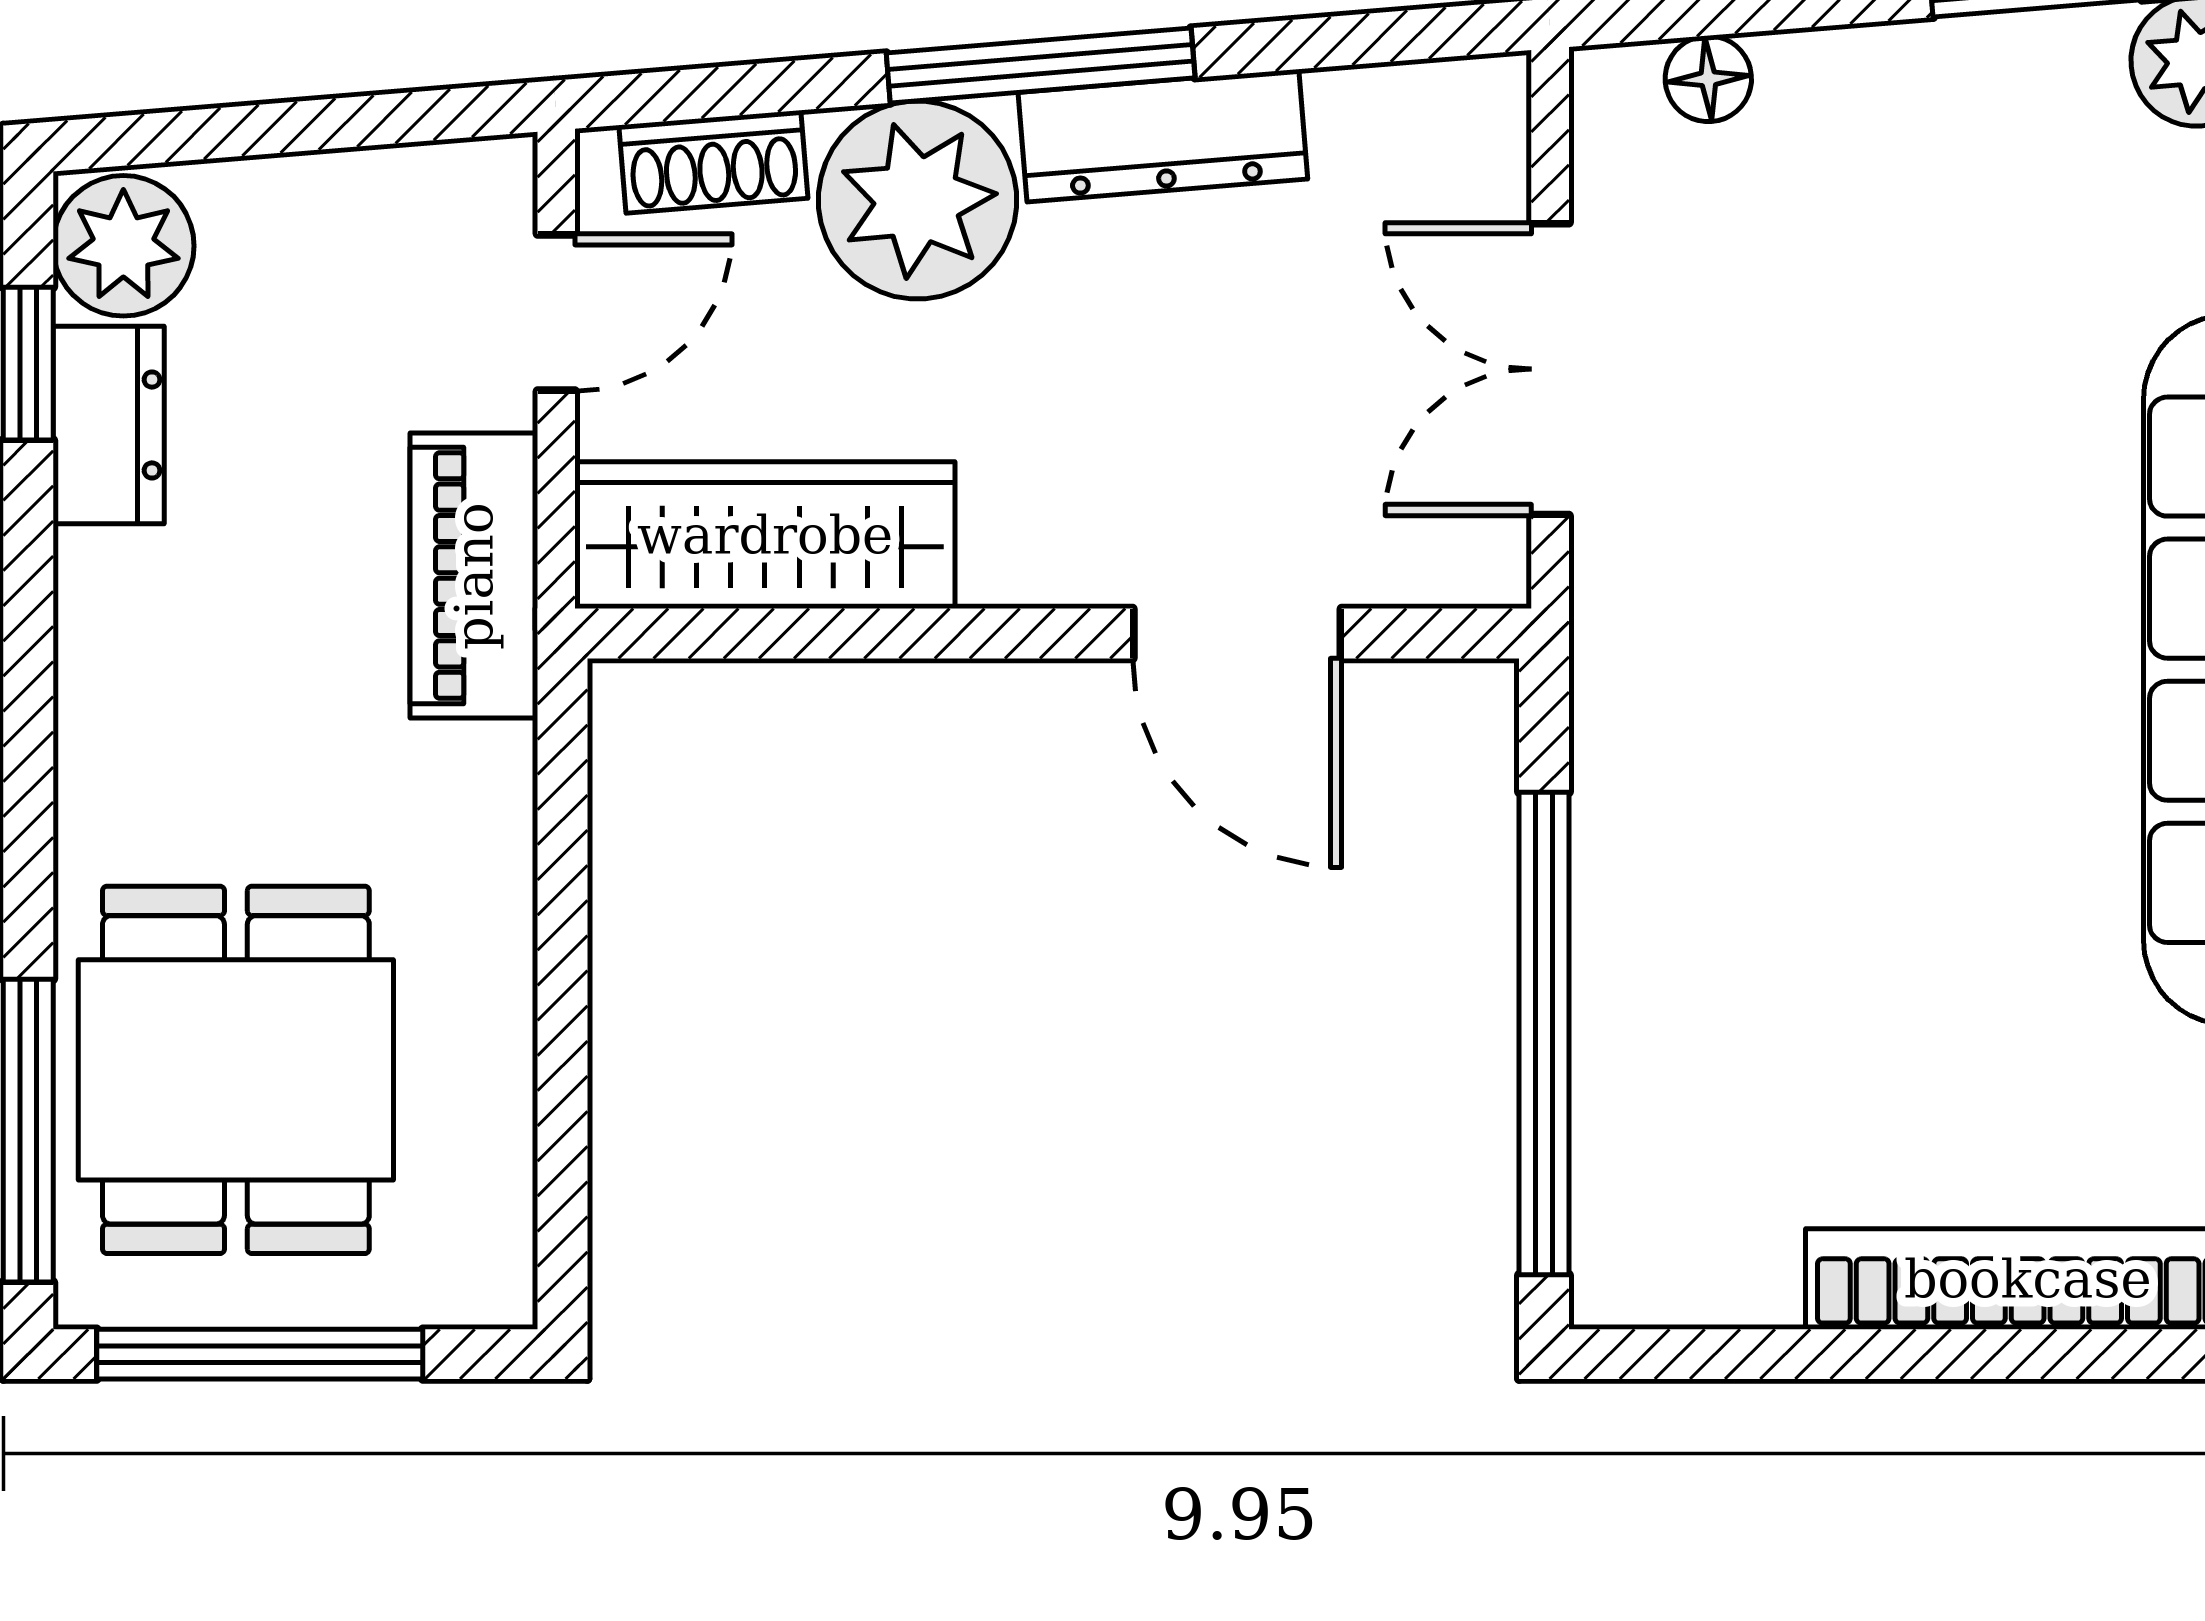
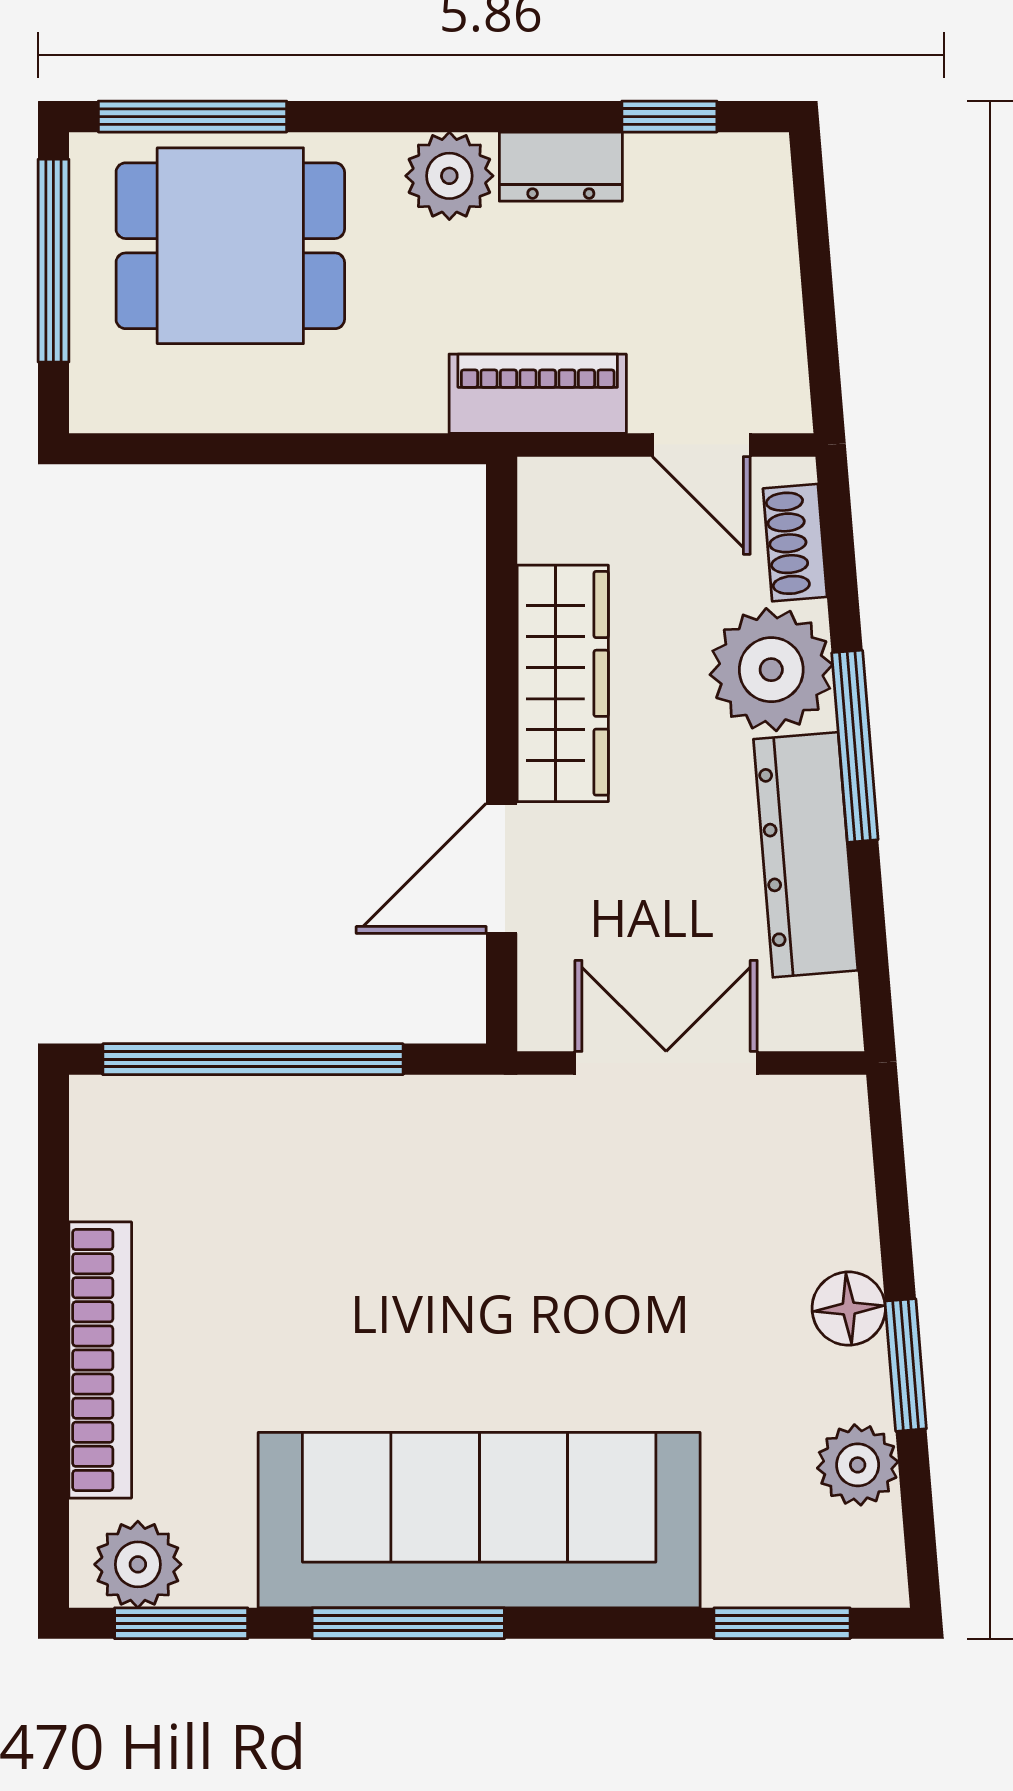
floor lamp: (1708, 79) -> (849, 1309), moved, width x1.37, depth x1.37
dresser: (1163, 136) -> (806, 855), width x1.37, depth x1.24
plant: (123, 246) -> (449, 176), moved
dresser: (109, 425) -> (561, 167), moved
wardrobe: (765, 535) -> (563, 683), moved

